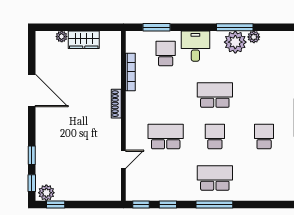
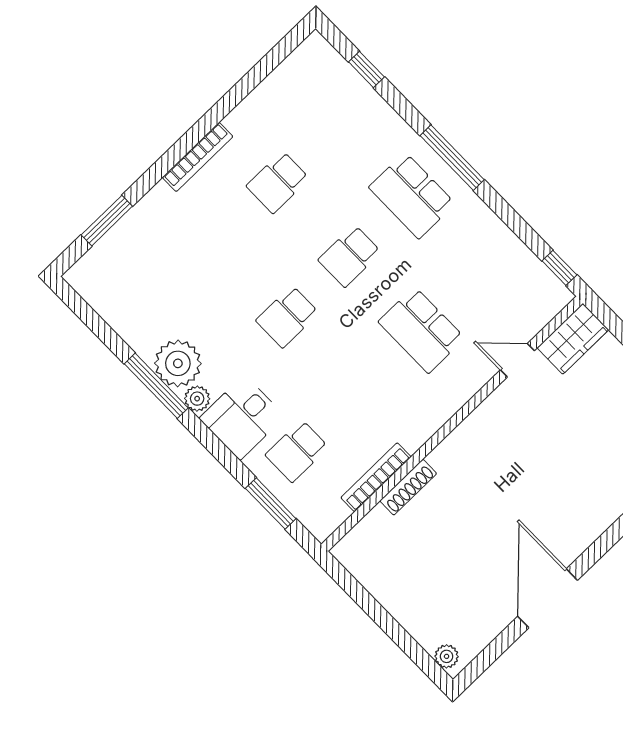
plant: (62, 37) -> (447, 656), moved
plant: (254, 37) -> (197, 399), moved
wardrobe: (84, 40) -> (573, 339), moved, turned 90
school desk: (215, 95) -> (287, 317), width x0.54
shoe rack: (116, 104) -> (408, 487), moved
window: (168, 204) -> (366, 69), moved

